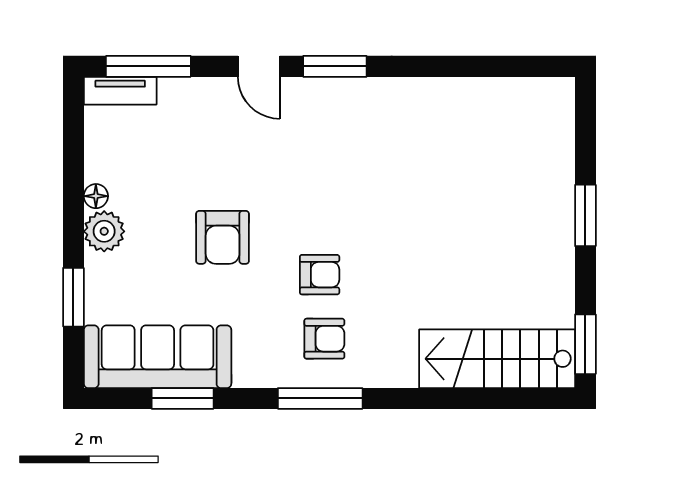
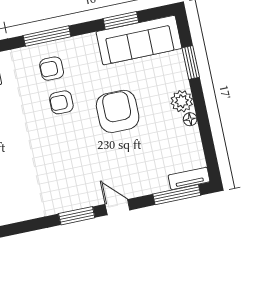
armchair: (223, 237) -> (118, 111), width x1.36, depth x1.36

